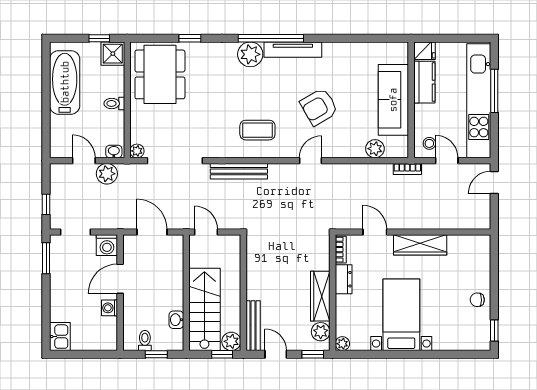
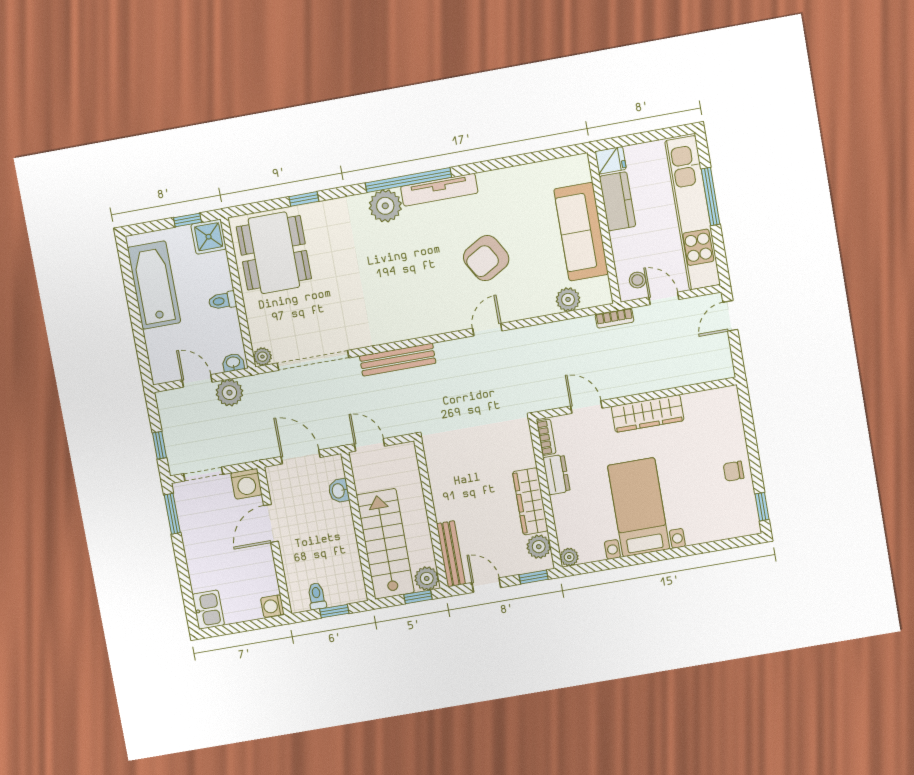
coffee table: (257, 130) -> (412, 302), removed
washing machine: (109, 308) -> (272, 606), moved
washbasin: (176, 320) -> (339, 491), moved

